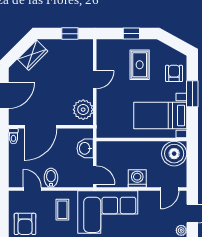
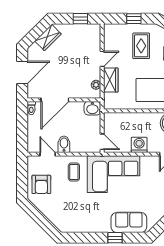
wardrobe: (105, 104) -> (111, 80), added
plant: (83, 110) -> (96, 85), width x0.53, depth x0.53
washbasin: (85, 148) -> (92, 108), moved, turned -90

